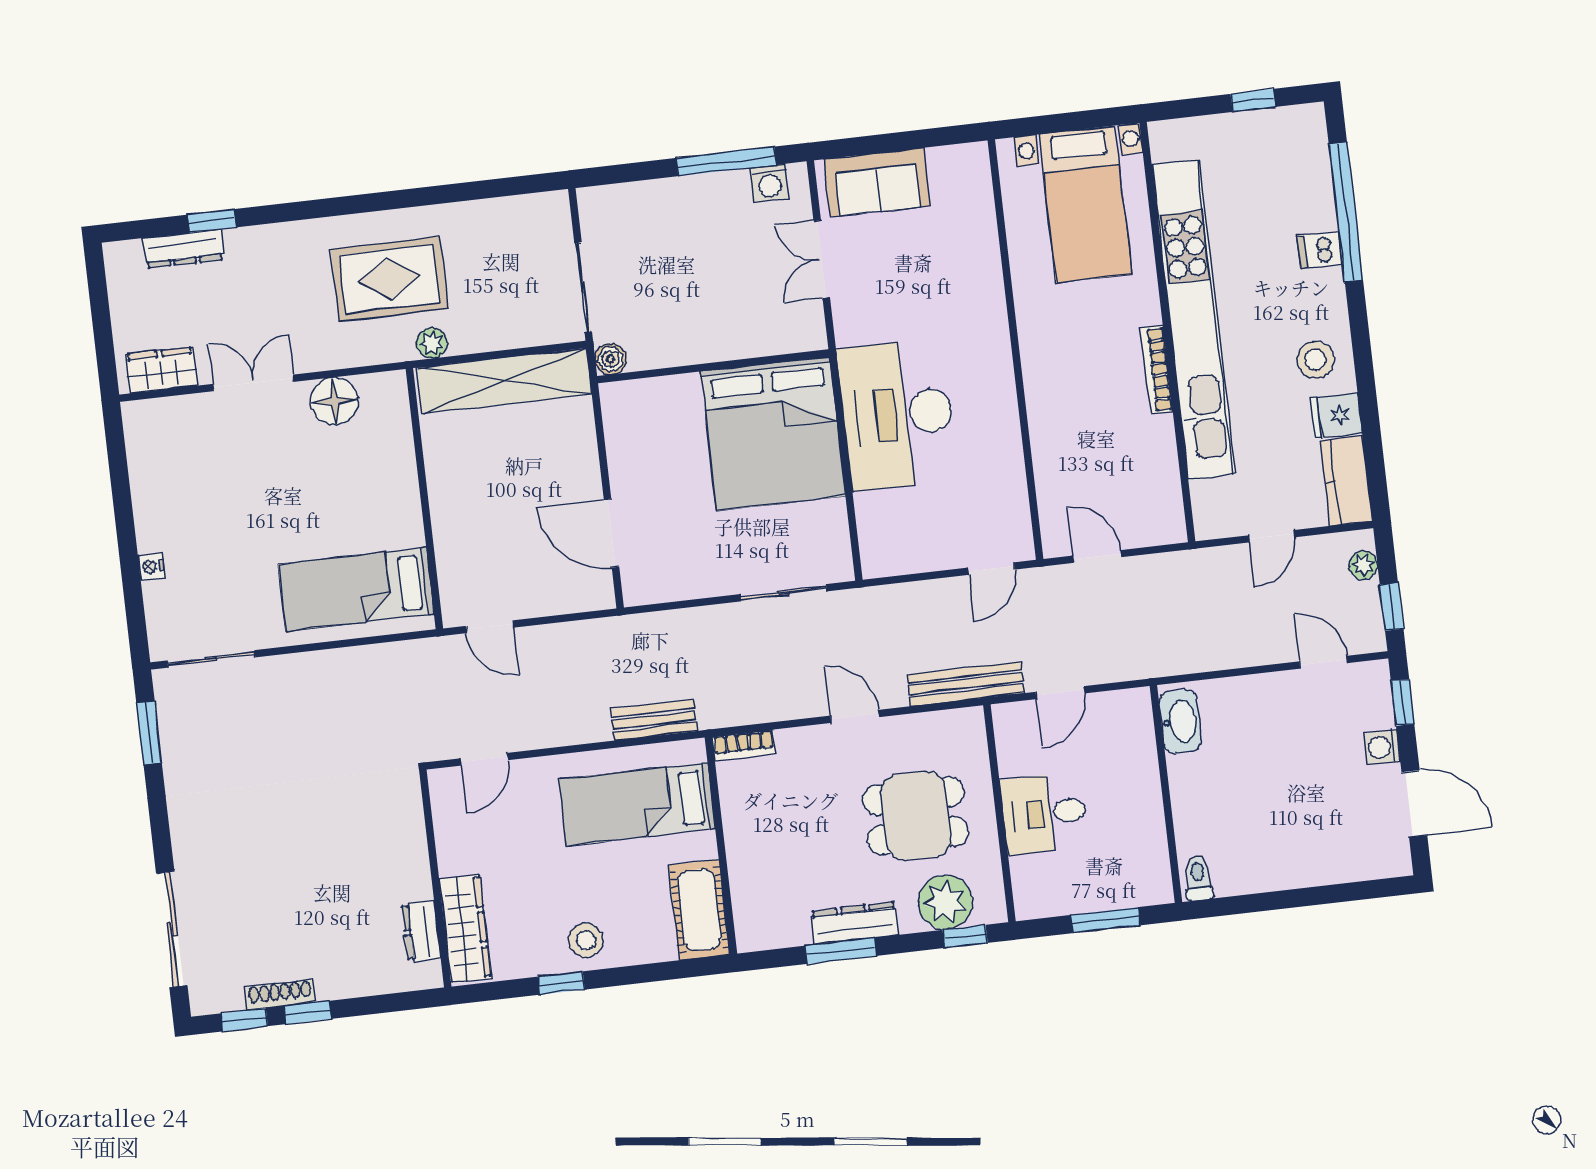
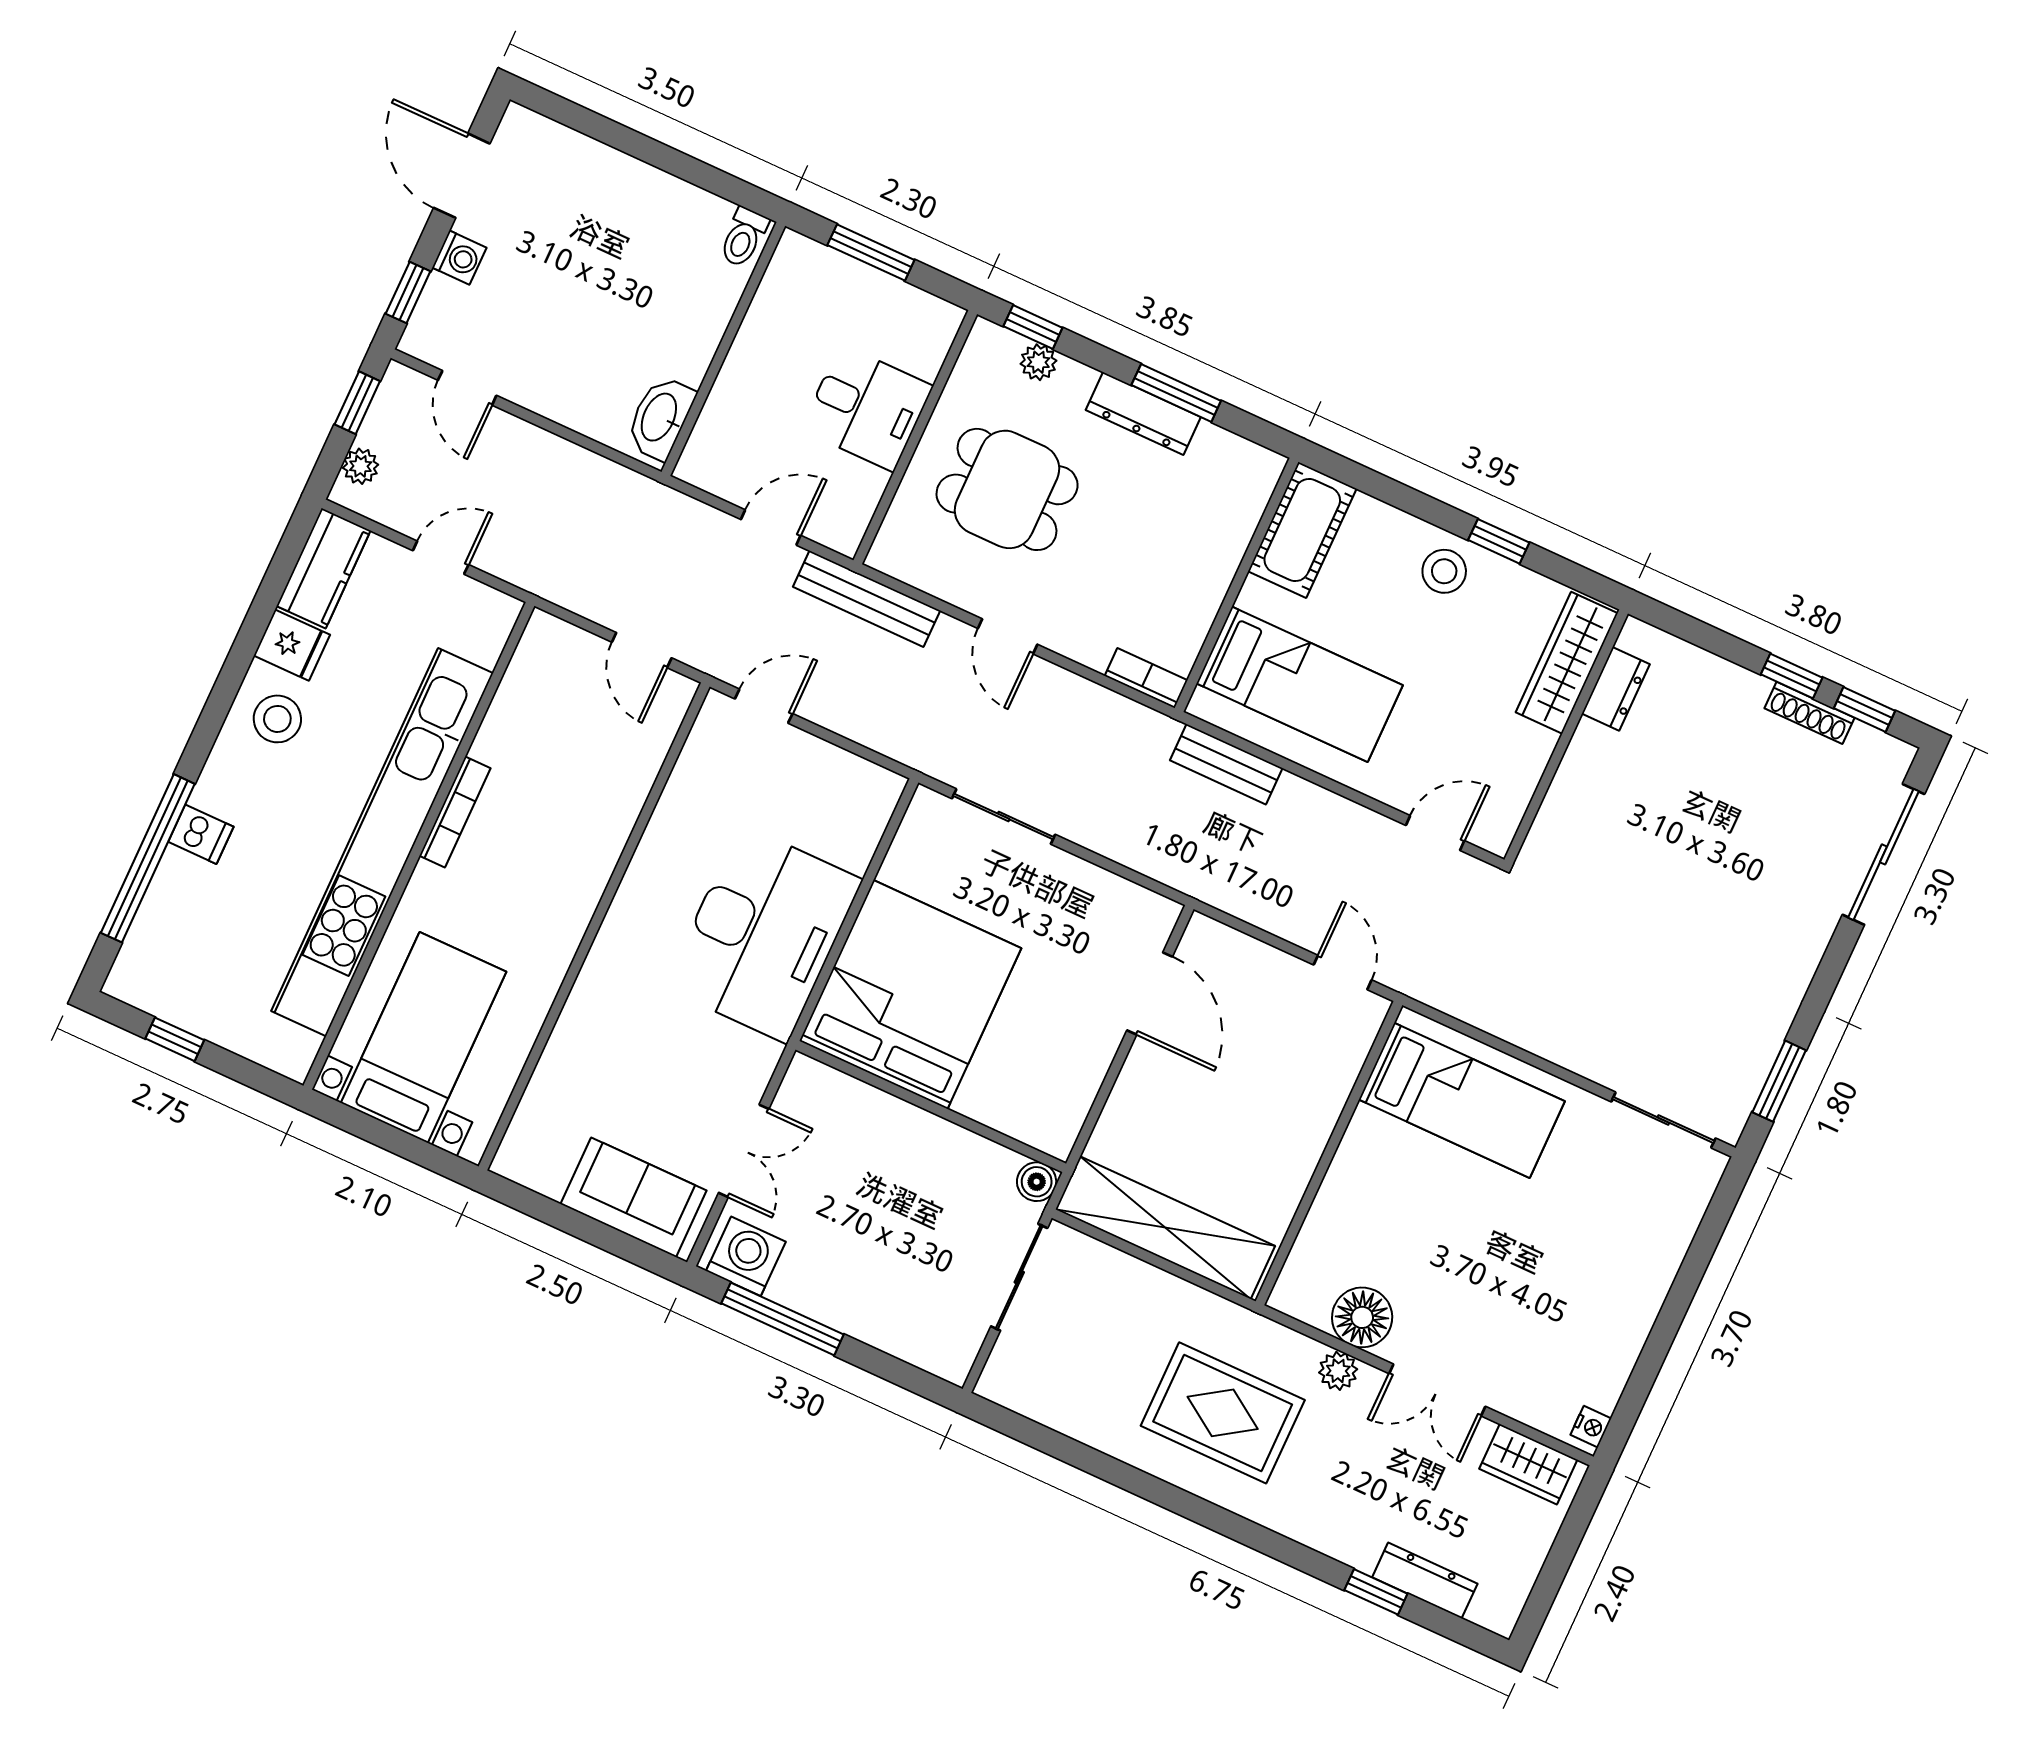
washing machine: (770, 183) -> (746, 1256), width x1.38, depth x1.38
plant: (432, 343) -> (1338, 1371), moved
nightstand: (151, 567) -> (1591, 1427), moved
plant: (945, 902) -> (1038, 362), width x0.53, depth x0.53

